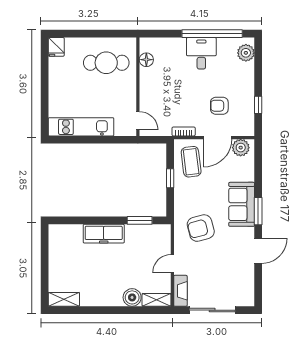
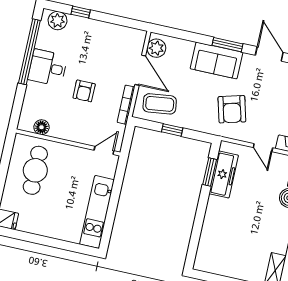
window: (258, 105) -> (81, 12), moved
armchair: (219, 106) -> (84, 91), moved
bookcase: (184, 131) -> (126, 105), width x1.56
freezer: (104, 234) -> (224, 174), moved

